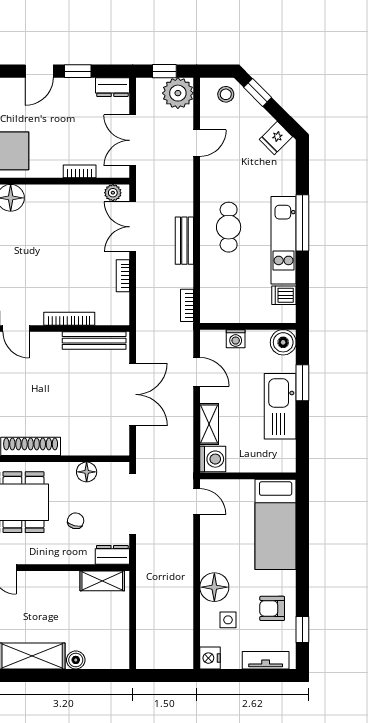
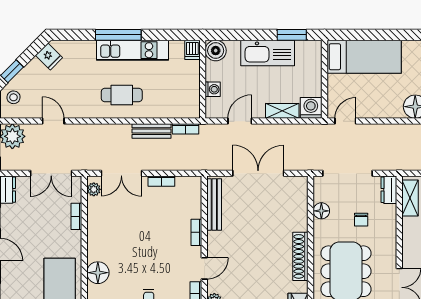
bench: (184, 241) -> (152, 131), moved
dishwasher: (284, 295) -> (192, 50), moved
bookcase: (69, 319) -> (196, 232), width x0.64
window: (302, 383) -> (292, 35), moved
chair: (76, 521) -> (361, 220), turned -104

